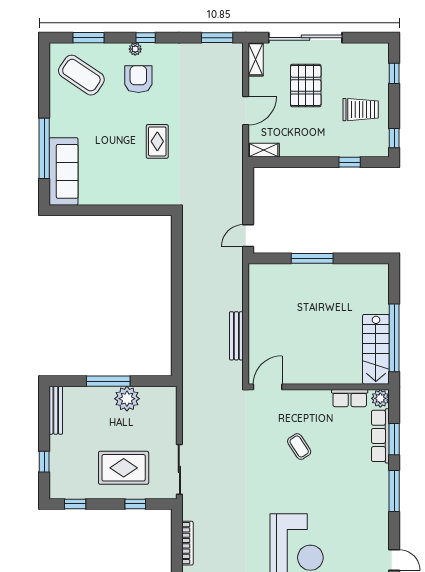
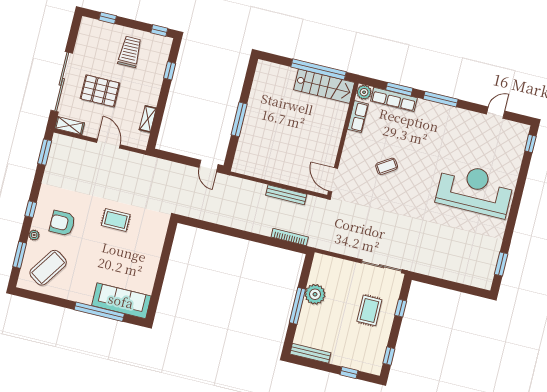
plant: (135, 49) -> (34, 235), moved
shelving: (264, 150) -> (148, 119), moved
rug: (124, 468) -> (369, 310), width x0.73, depth x0.70
bookcase: (187, 543) -> (290, 237), moved

